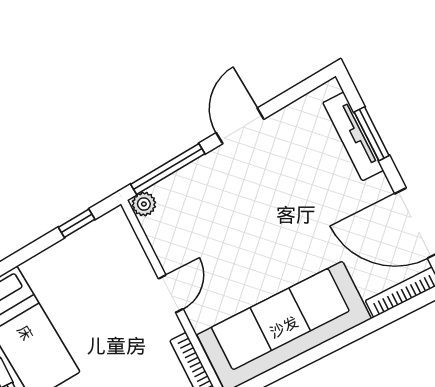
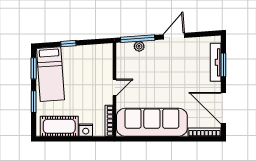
plant: (144, 204) -> (139, 46), moved
window: (77, 223) -> (68, 44), moved

